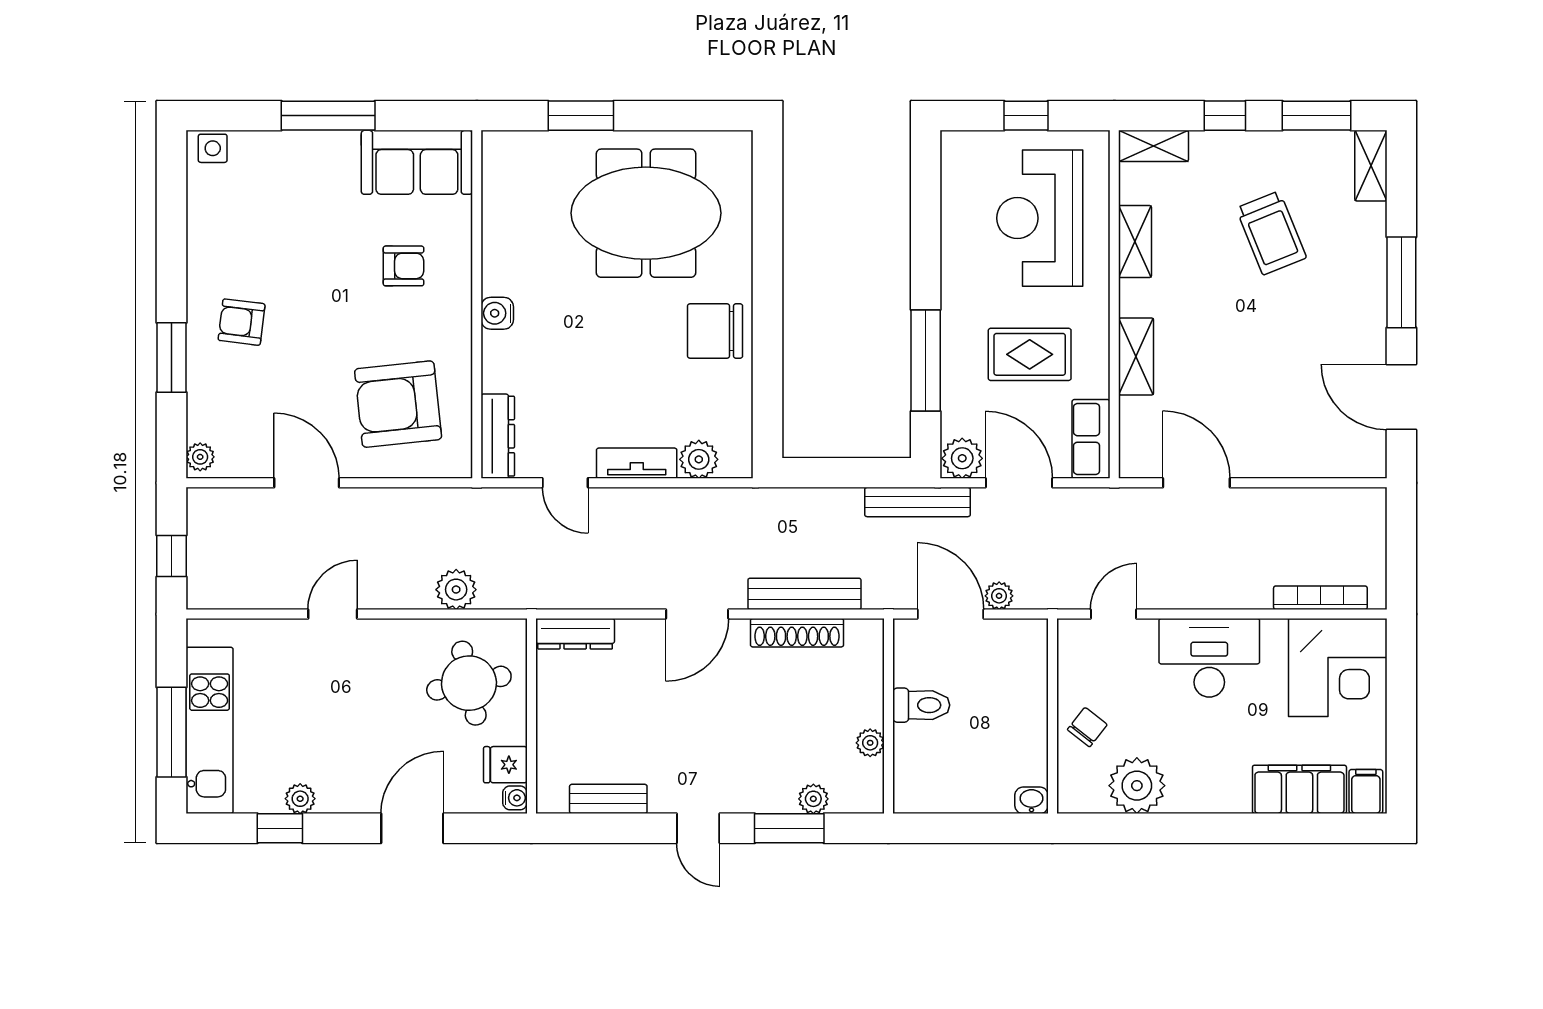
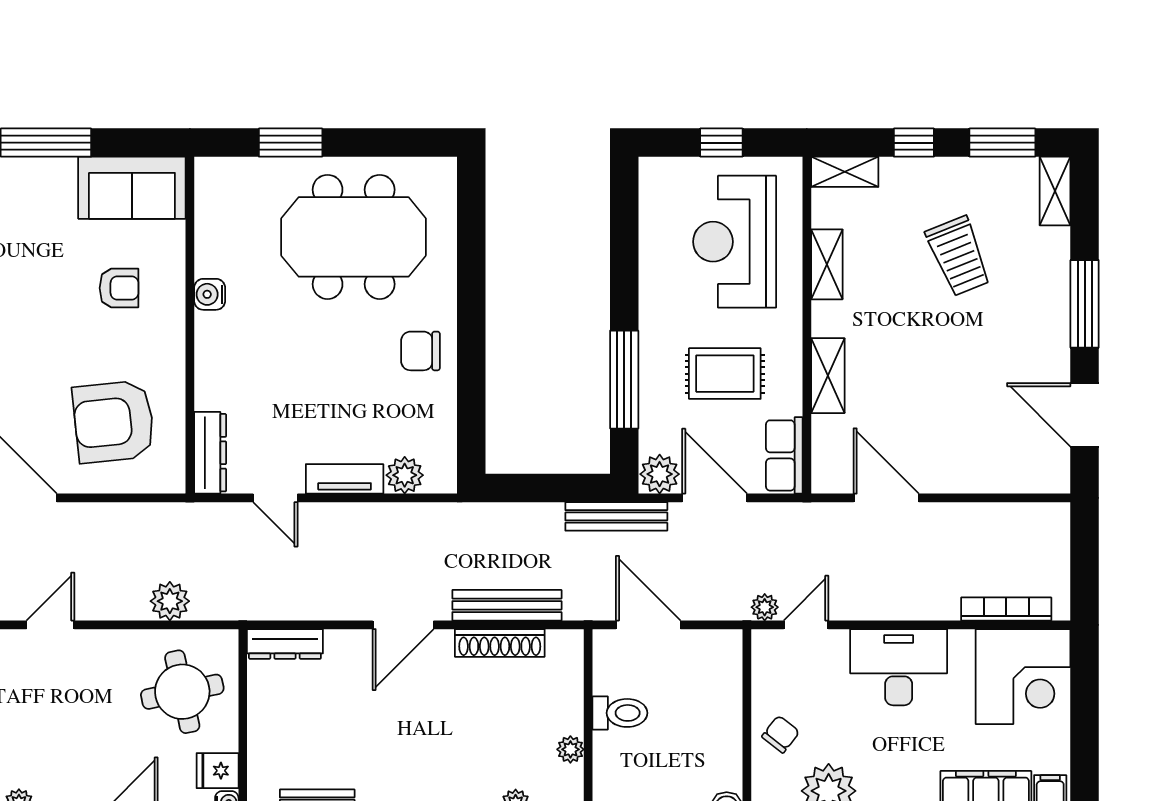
water cooler: (497, 313) -> (210, 294), moved
chair: (715, 331) -> (420, 351), width x0.73, depth x0.73
plant: (999, 596) -> (765, 607), moved

